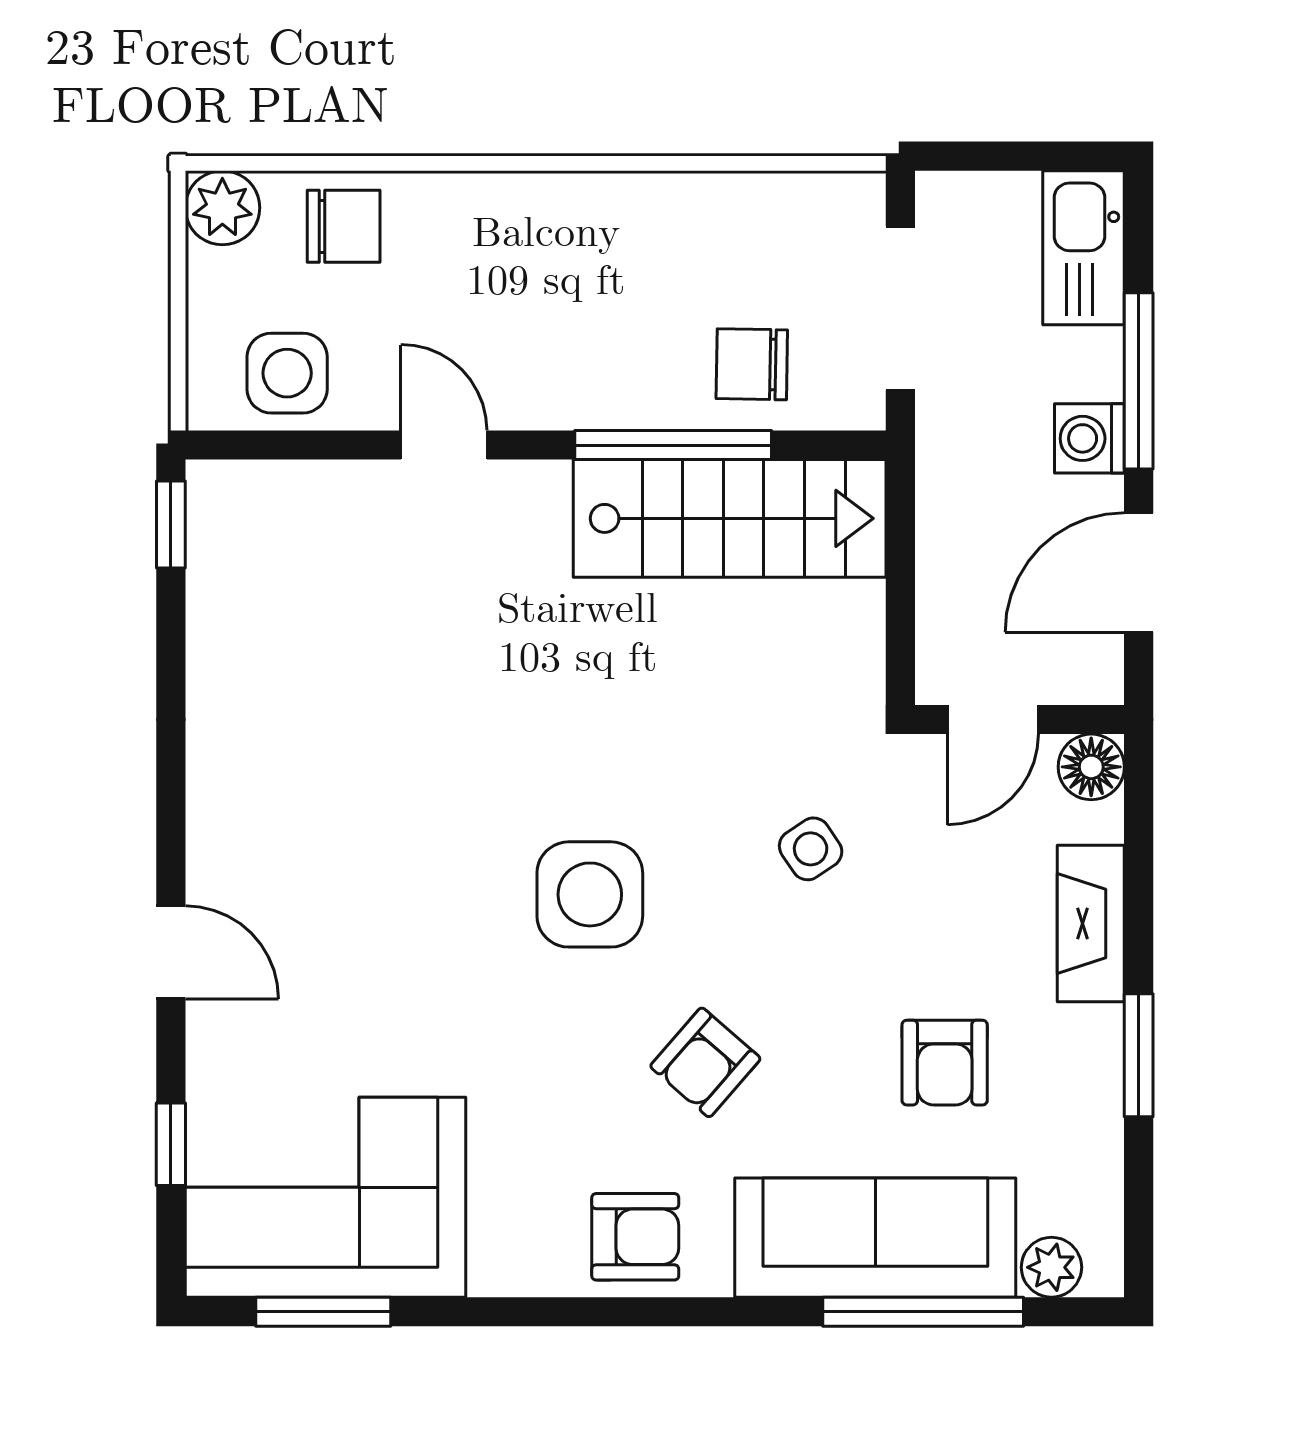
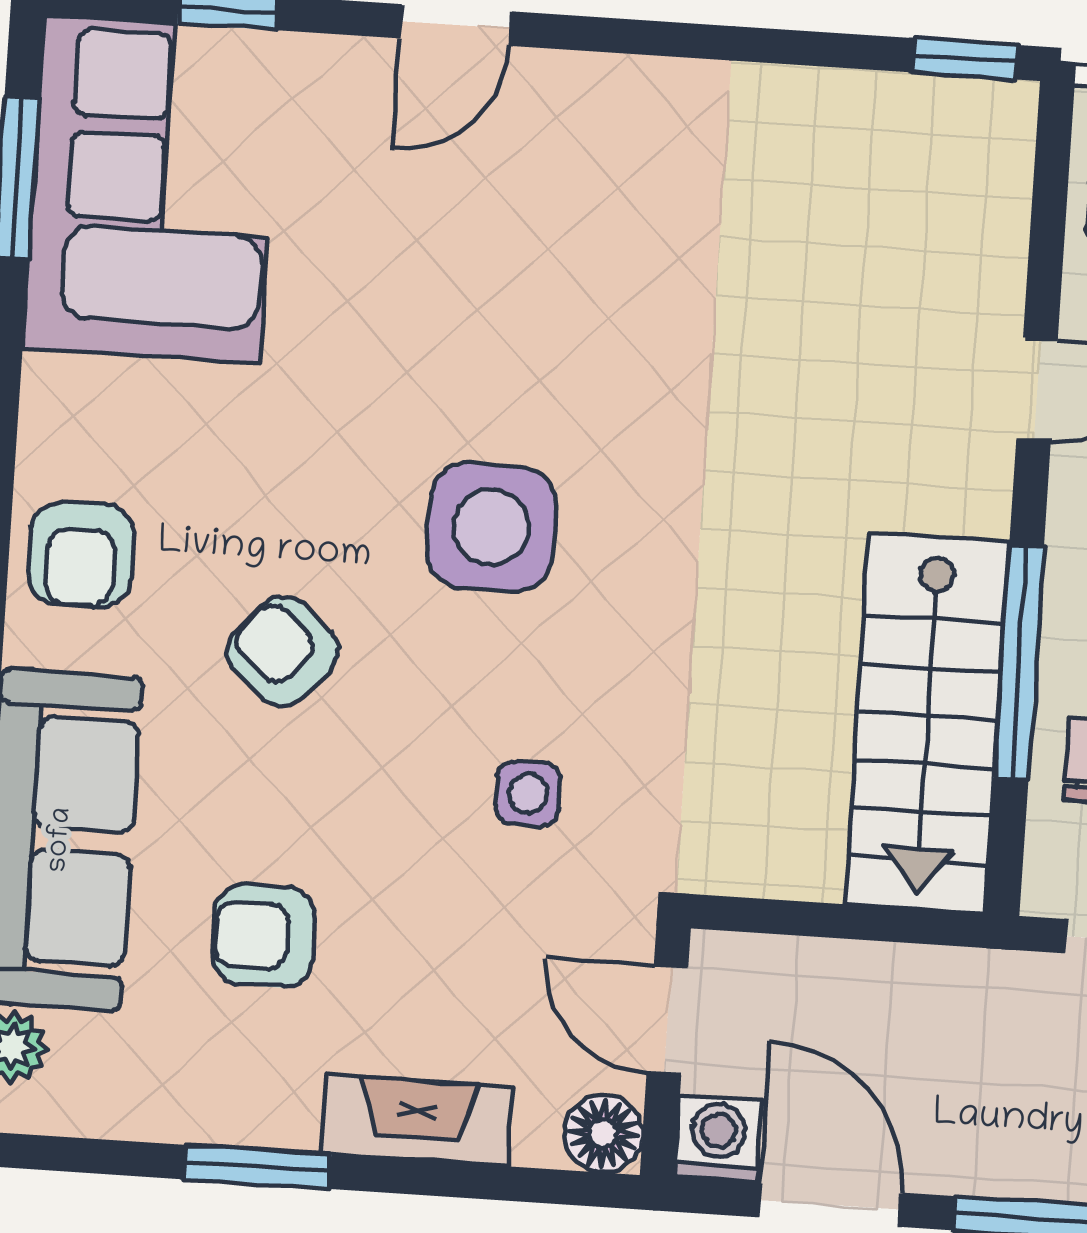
washing machine: (1089, 438) -> (718, 1139), moved
side table: (811, 849) -> (528, 793), turned 34

